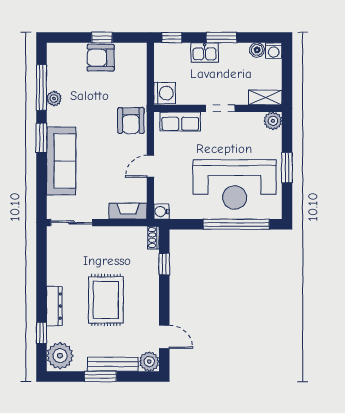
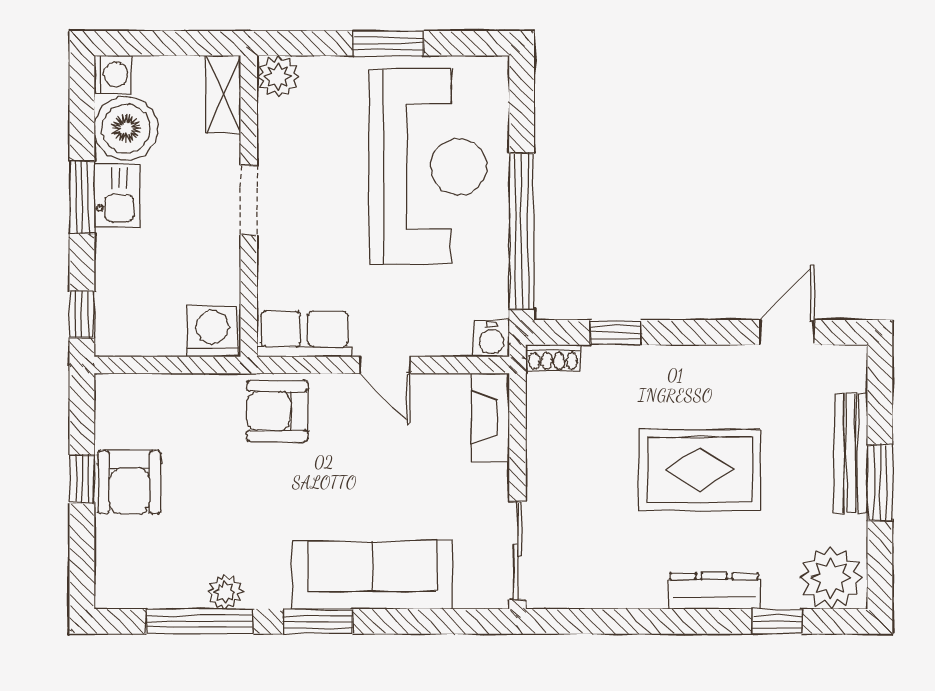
boiler: (257, 50) -> (126, 129), width x1.86, depth x1.86
kitchen sink: (205, 53) -> (117, 196), moved
armchair: (131, 121) -> (277, 411), turned 180
row of seats: (180, 122) -> (304, 334), moved, turned -90
window: (236, 224) -> (522, 231), moved
plant: (149, 362) -> (845, 368), removed

